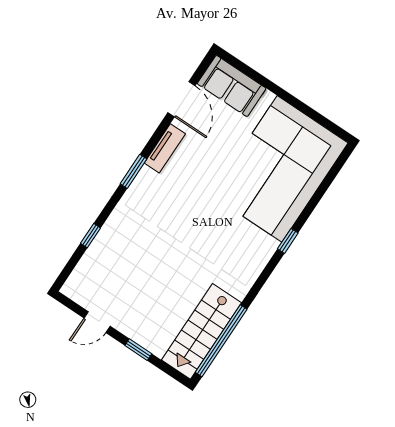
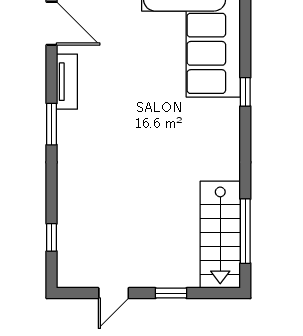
window: (91, 236) -> (52, 237), moved
window: (221, 341) -> (245, 231), width x0.68

